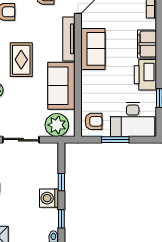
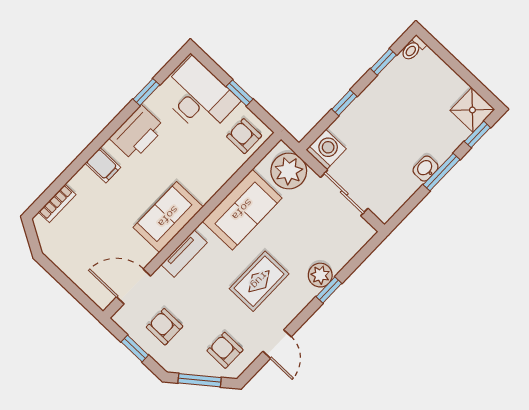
tv unit: (69, 39) -> (184, 254), width x0.71
filing cabinet: (147, 44) -> (103, 165), width x0.50
window: (115, 140) -> (239, 93), width x0.67
washing machine: (49, 198) -> (326, 149), moved, turned -90

